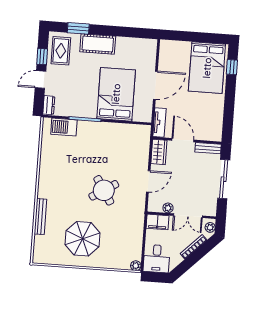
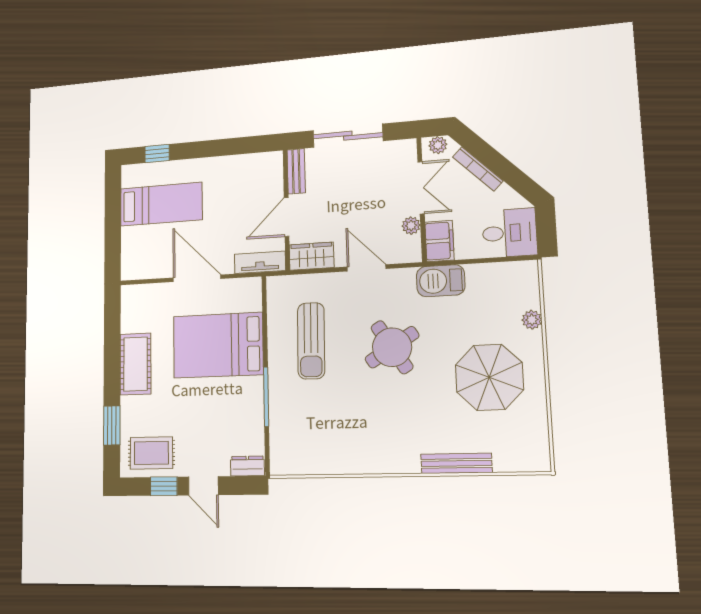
cot: (98, 44) -> (135, 364), moved
bed: (207, 68) -> (161, 204), width x0.67
barbecue: (64, 127) -> (441, 281), moved, turned 90
sun lounger: (112, 147) -> (311, 341), added
plant: (136, 266) -> (532, 320), moved

